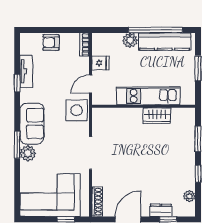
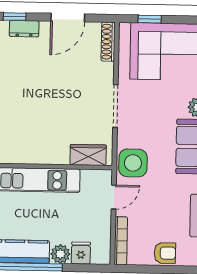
bookcase: (84, 45) -> (121, 241), width x1.56
fridge: (100, 63) -> (81, 253), moved, turned 90
wardrobe: (157, 116) -> (88, 155), moved

